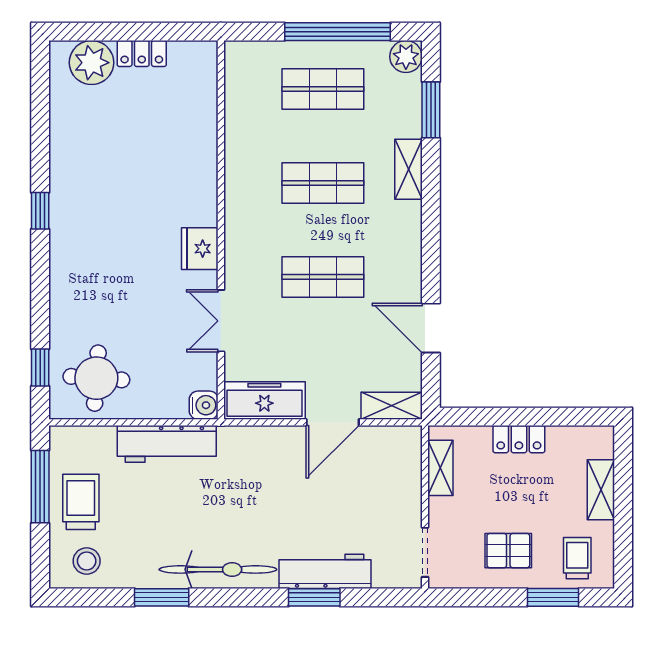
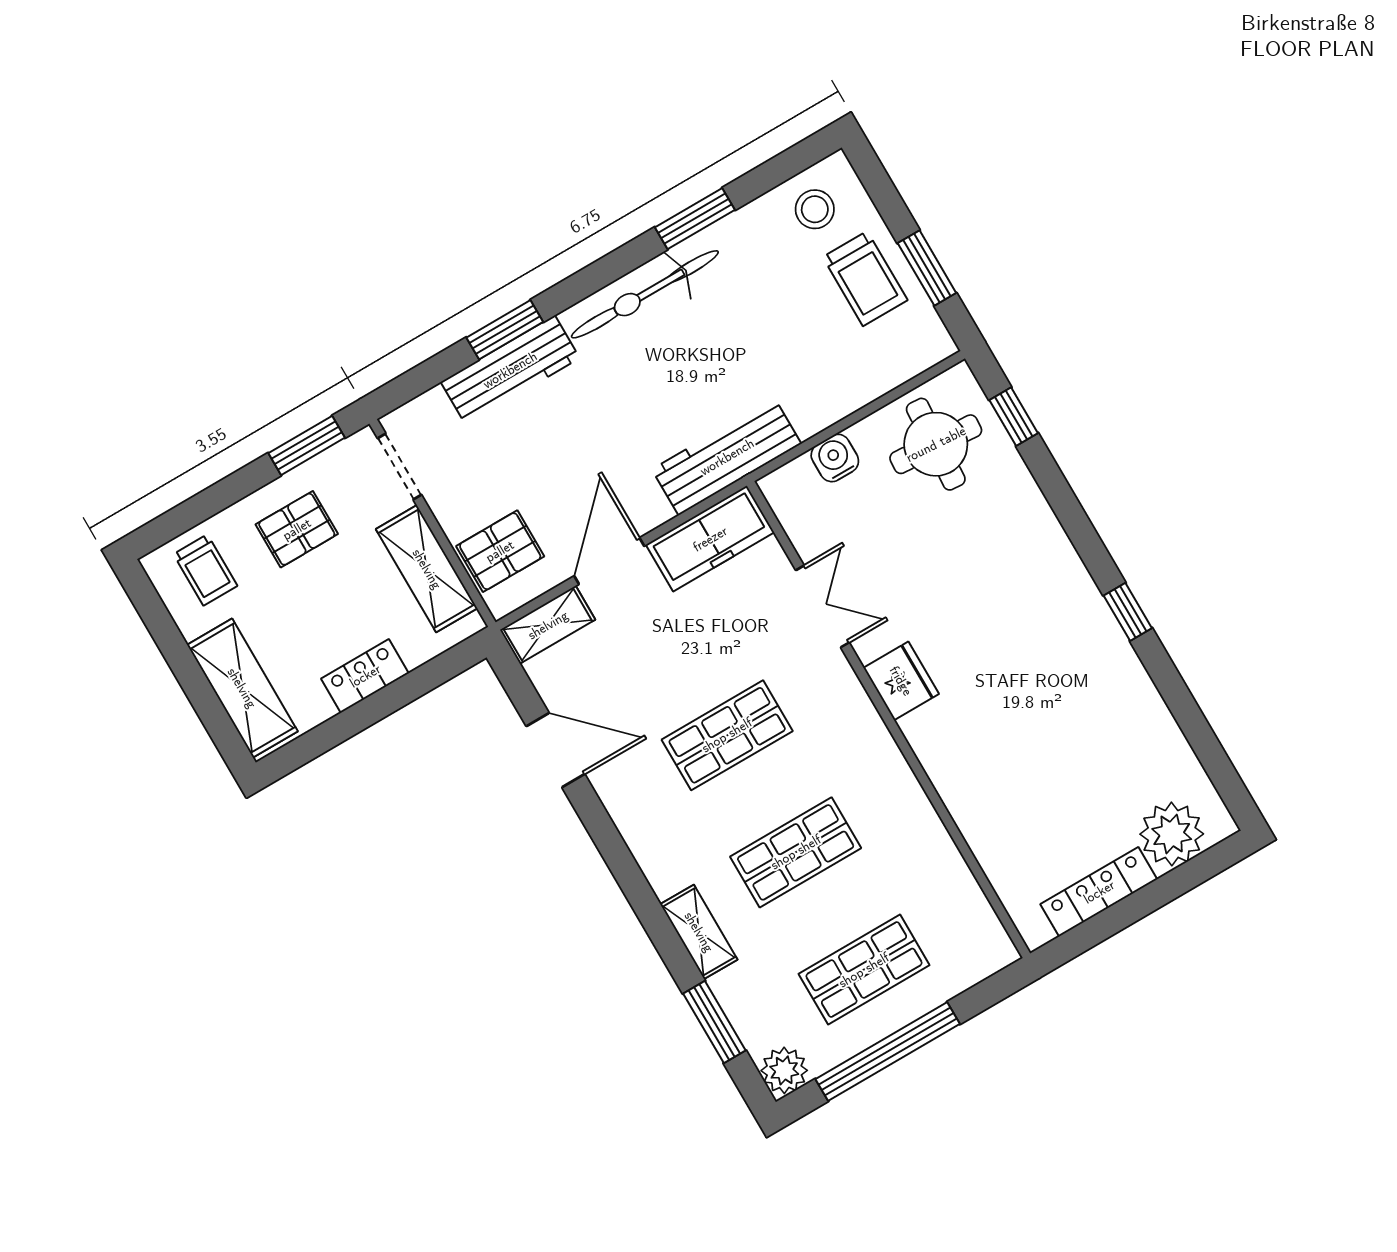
locker: (142, 53) -> (1099, 892), width x1.53
water cooler: (204, 405) -> (835, 458), moved, turned 90
workbench: (167, 444) -> (727, 457), moved
pallet: (394, 466) -> (500, 551), added
shelving: (440, 468) -> (427, 569), width x1.50, depth x1.33
window: (40, 487) -> (927, 268), width x0.69
shelving: (601, 490) -> (242, 688), width x1.50, depth x1.33
window: (553, 597) -> (307, 445), moved

